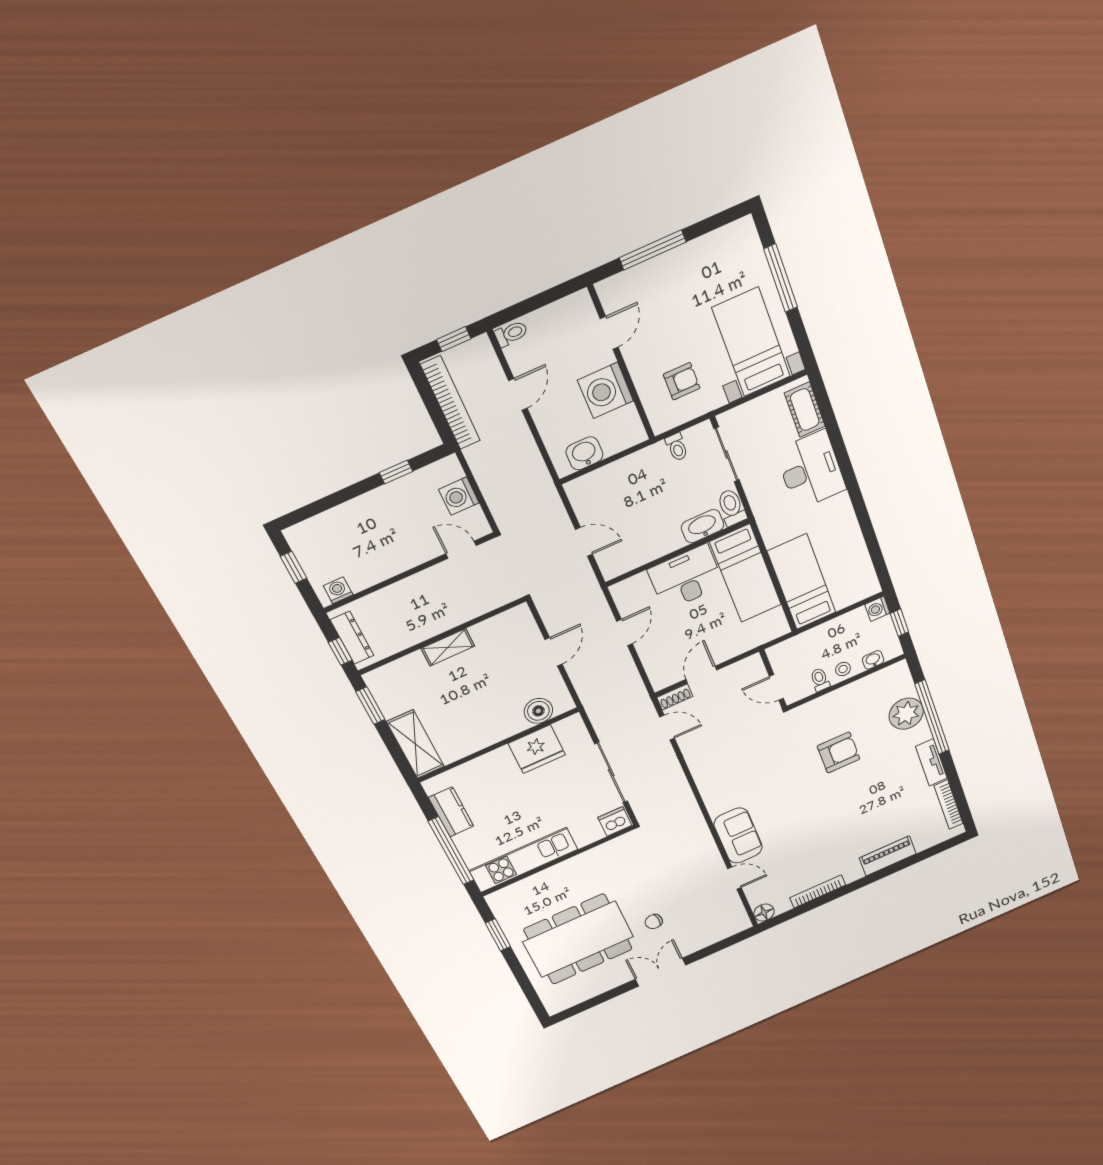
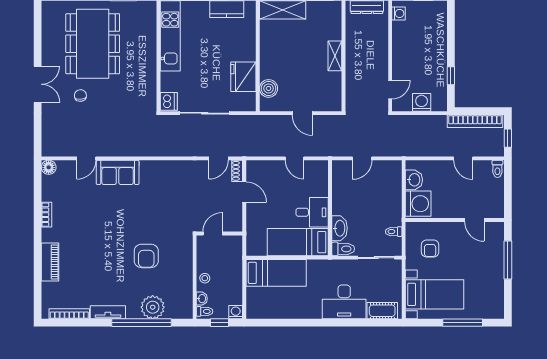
washing machine: (606, 390) -> (418, 204), moved, turned 90
desk: (686, 578) -> (312, 212), width x0.73
toilet: (820, 680) -> (205, 311), moved
bookcase: (818, 891) -> (47, 215), width x0.64

